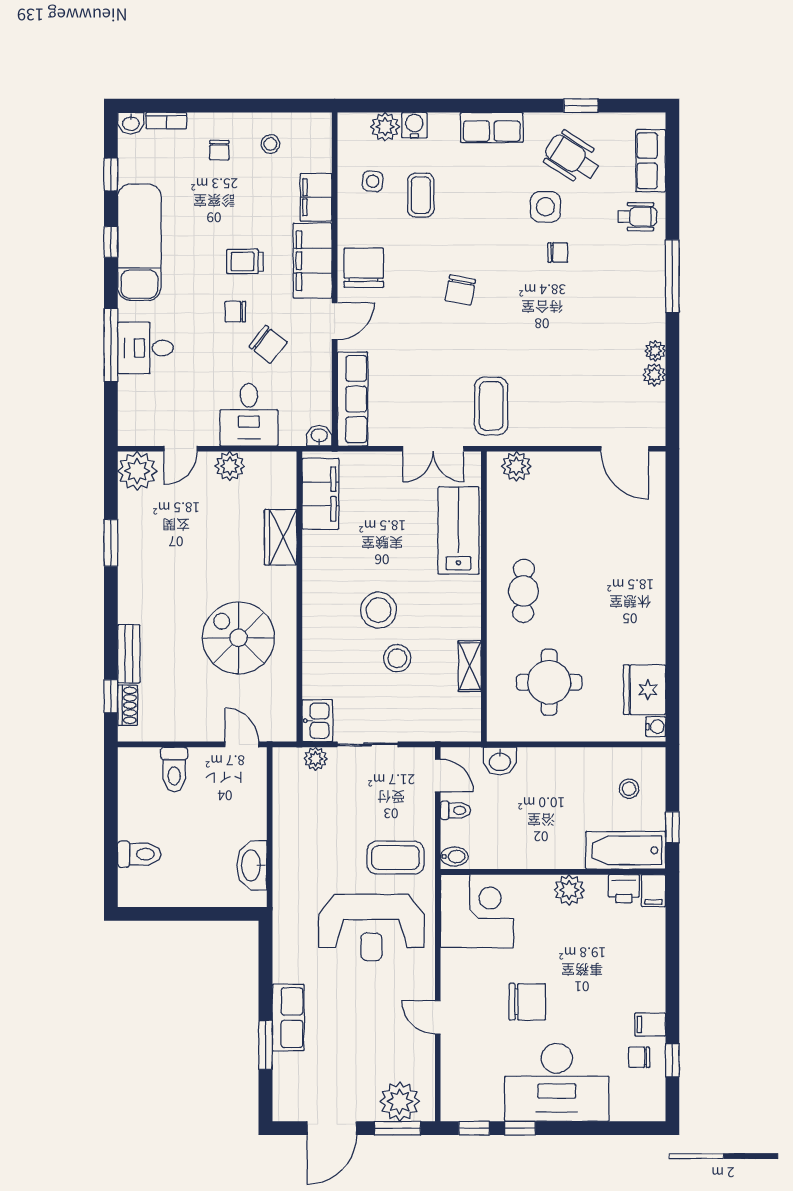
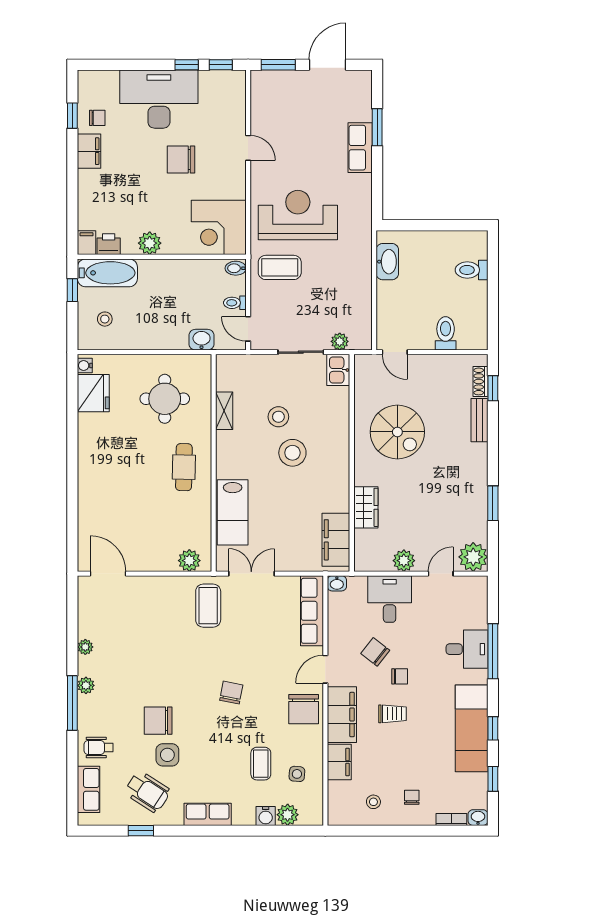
chair: (558, 253) -> (158, 721), width x1.87, depth x1.87
plant: (654, 375) -> (86, 685), moved
filing cabinet: (650, 1024) -> (89, 151), width x2.00
plant: (400, 1101) -> (277, 85), removed

